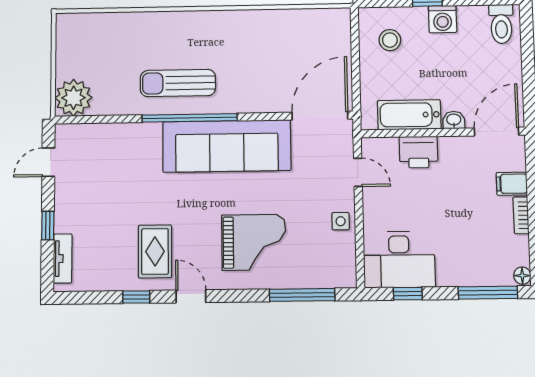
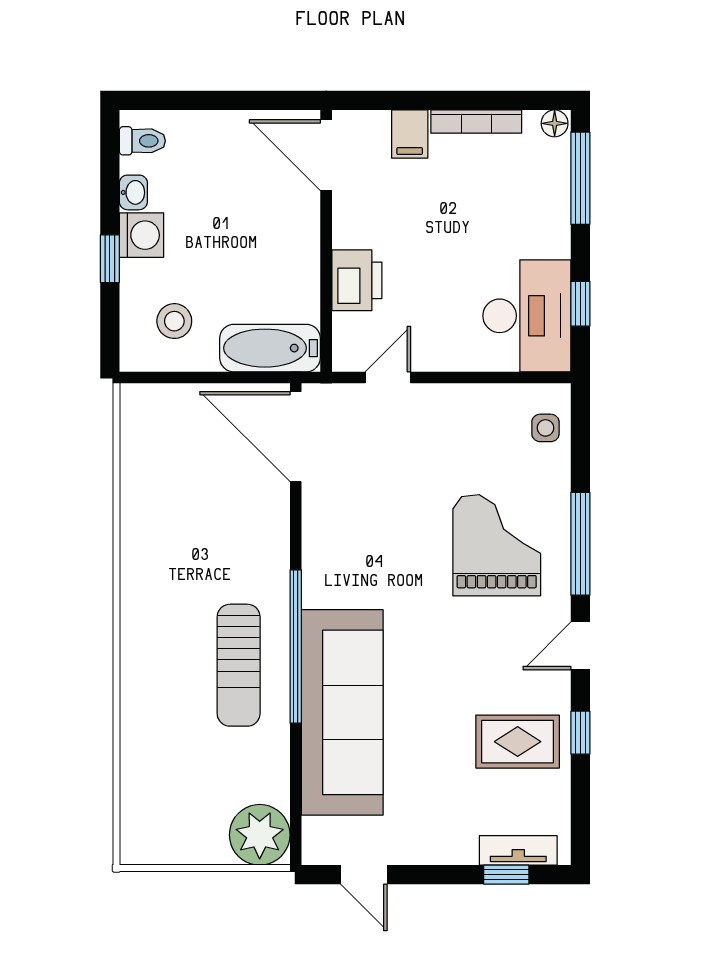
toilet: (501, 24) -> (142, 141), width x0.73, depth x0.72
bathtub: (409, 115) -> (270, 348), moved, turned 90
washbasin: (454, 120) -> (133, 192), moved, turned 180
sofa: (227, 146) -> (342, 712), moved
bookcase: (521, 215) -> (476, 122), width x1.56
side table: (341, 221) -> (545, 428), moved
window: (48, 225) -> (506, 875), moved
rug: (155, 251) -> (518, 742), moved
window: (302, 295) -> (580, 544), moved

